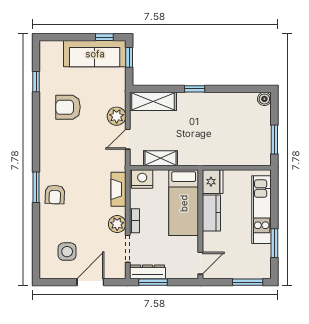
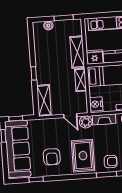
sofa: (95, 54) -> (18, 149), width x1.36, depth x1.27
boiler: (264, 99) -> (48, 26), moved
plant: (117, 116) -> (86, 122), moved
rug: (67, 154) -> (83, 156), added
shelving: (222, 156) -> (77, 52), added
shelving: (161, 158) -> (81, 80), moved

